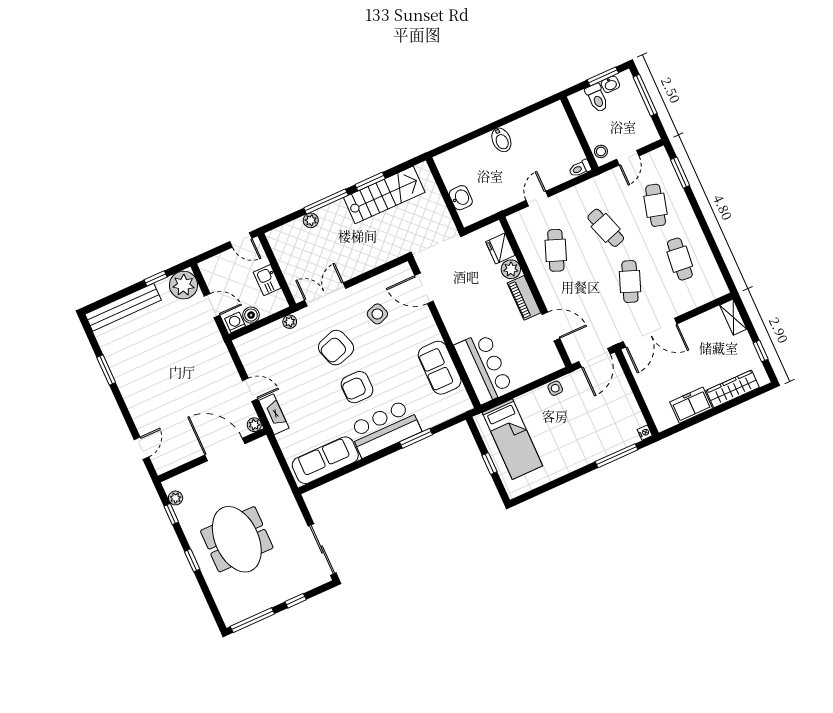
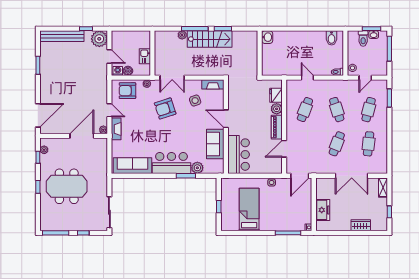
bidet: (501, 140) -> (332, 38), moved
stairs: (384, 195) -> (210, 39), moved
washbasin: (461, 198) -> (267, 37), moved
door: (537, 199) -> (307, 78), hinge flipped
door: (241, 240) -> (140, 29), removed
fireplace: (394, 276) -> (213, 84), added
door: (424, 288) -> (226, 119), moved
double door: (325, 294) -> (172, 78), swing flipped
door: (551, 326) -> (284, 149), swing flipped
double door: (650, 333) -> (352, 176), moved
armchair: (357, 387) -> (127, 91), moved
wardrobe: (733, 389) -> (361, 225), width x0.67
freezer: (691, 405) -> (323, 210), moved, turned 90
plant: (428, 418) -> (197, 168), added
bed: (512, 439) -> (249, 209), moved, turned 180
door: (142, 448) -> (38, 115), width x1.88
door: (225, 449) -> (82, 136), hinge flipped
meeting table: (237, 539) -> (67, 186), turned 90

